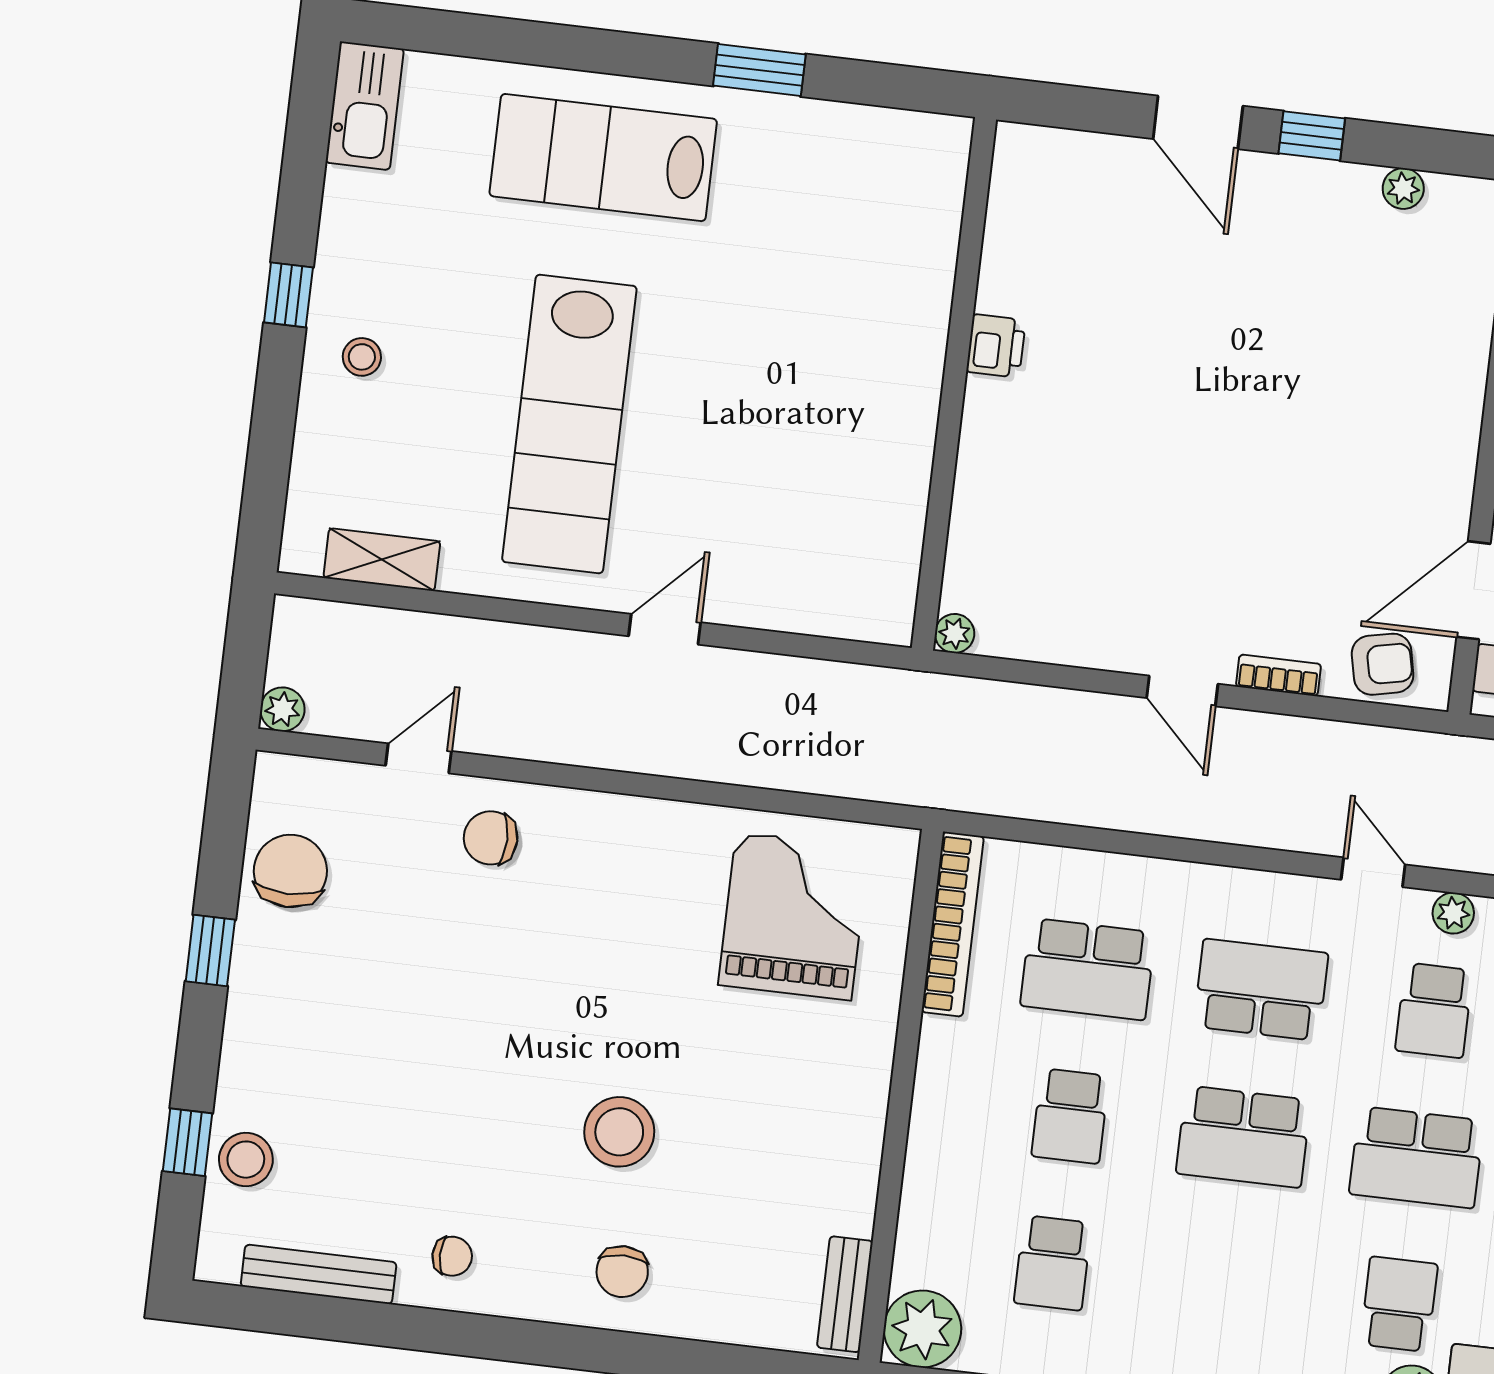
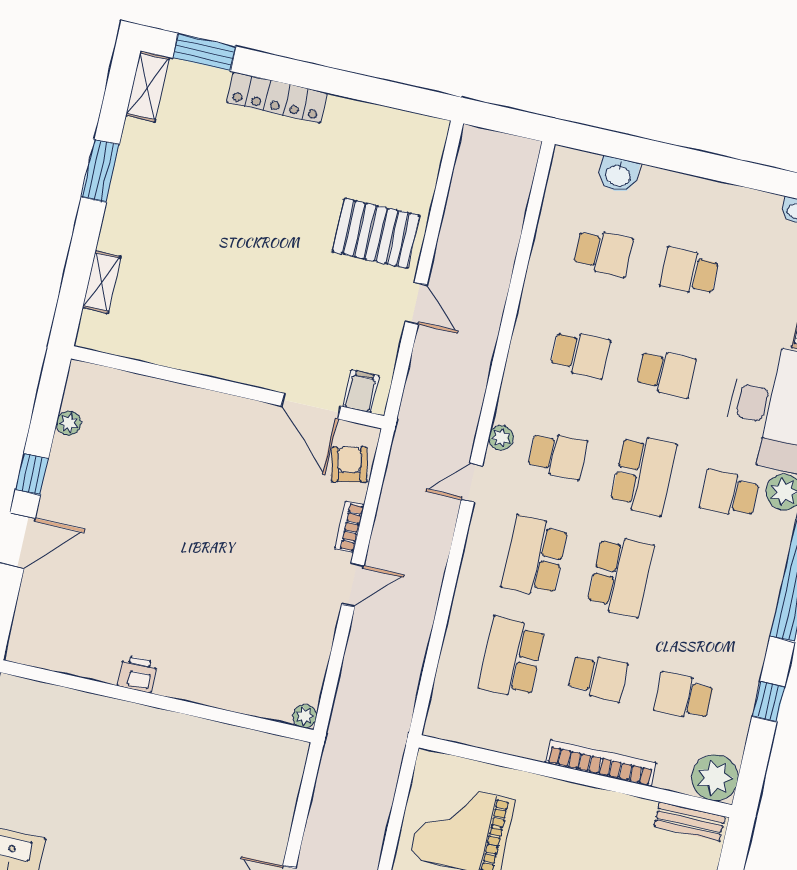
bookcase: (953, 924) -> (601, 763), moved
school desk: (1088, 969) -> (512, 658), turned 180
school desk: (1053, 1263) -> (684, 697), turned 180

